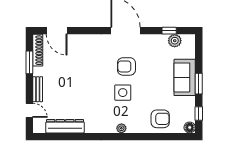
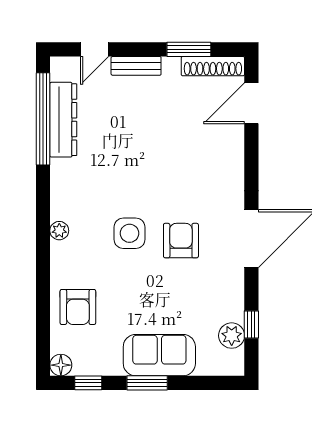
window: (65, 137) -> (43, 119), added

